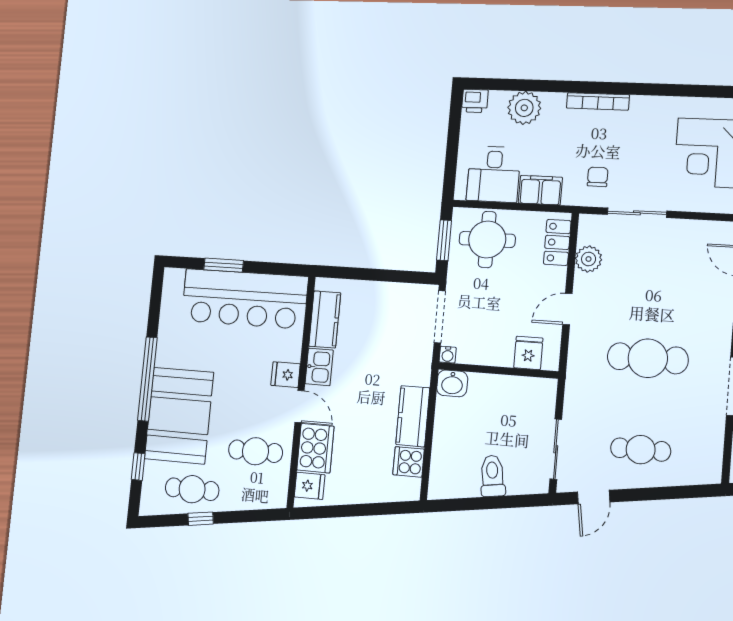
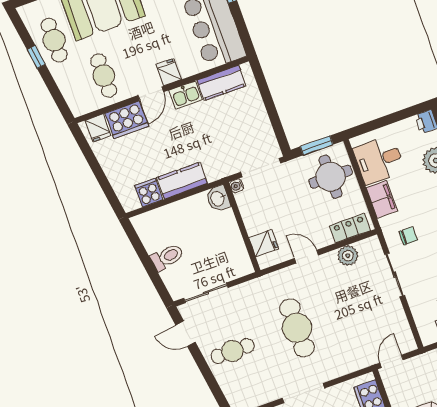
cafe table: (641, 450) -> (232, 351), turned 90

